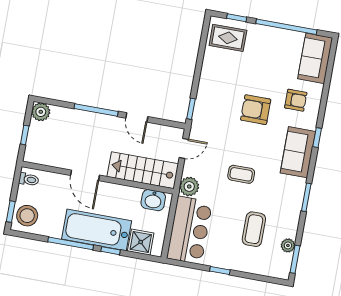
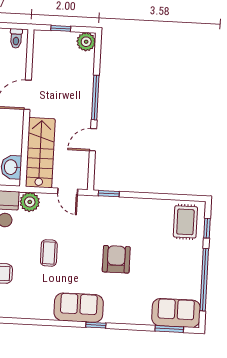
armchair: (296, 100) -> (131, 299), removed
window: (306, 197) -> (169, 329), moved

